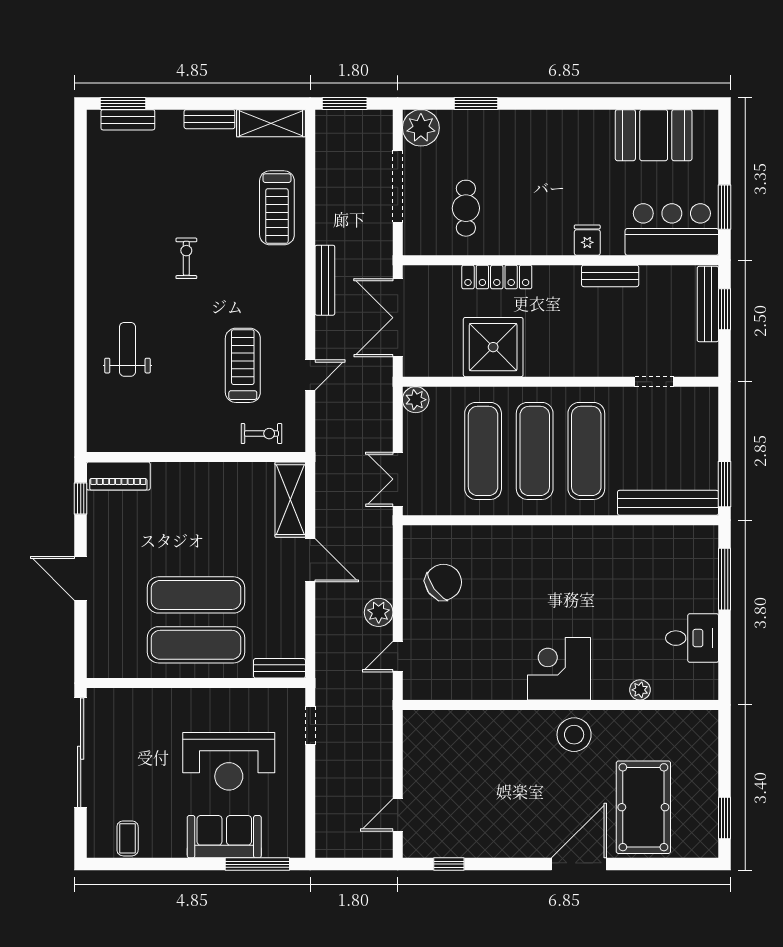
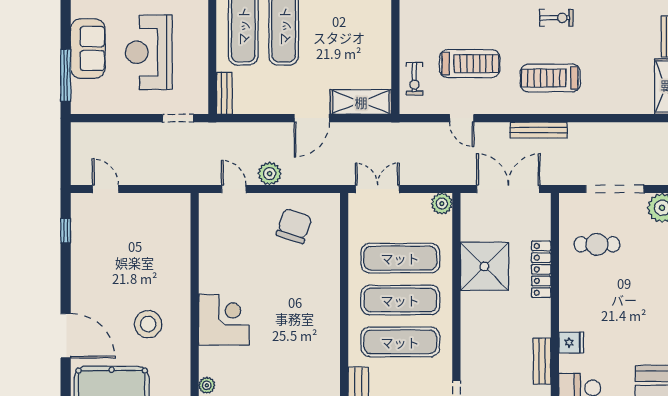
treadmill: (277, 208) -> (550, 78), moved
chair: (443, 582) -> (294, 226), turned -126
stool: (574, 735) -> (148, 324), moved

